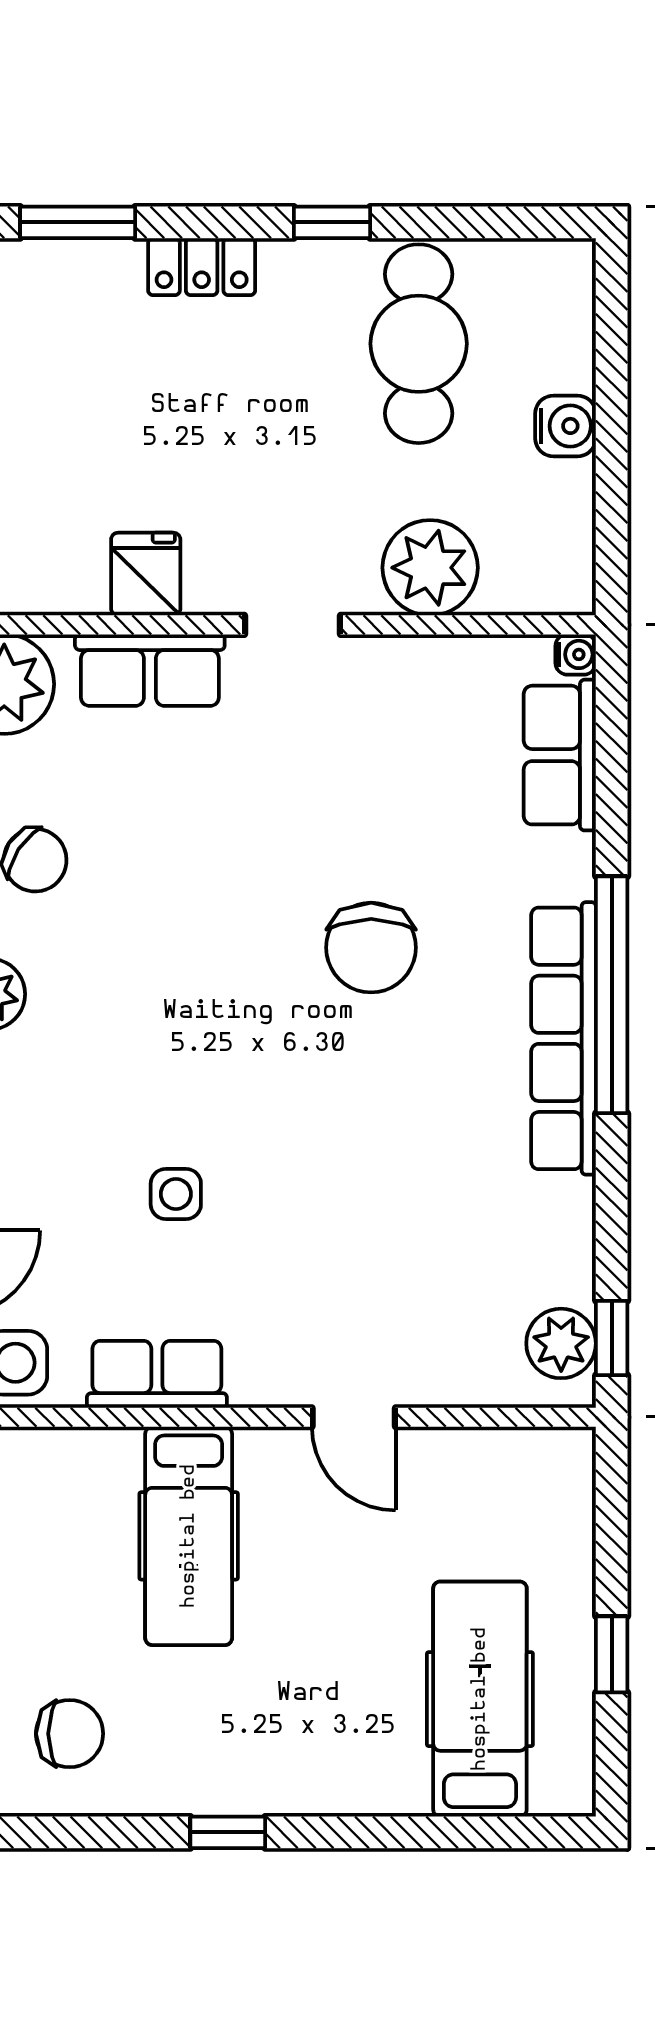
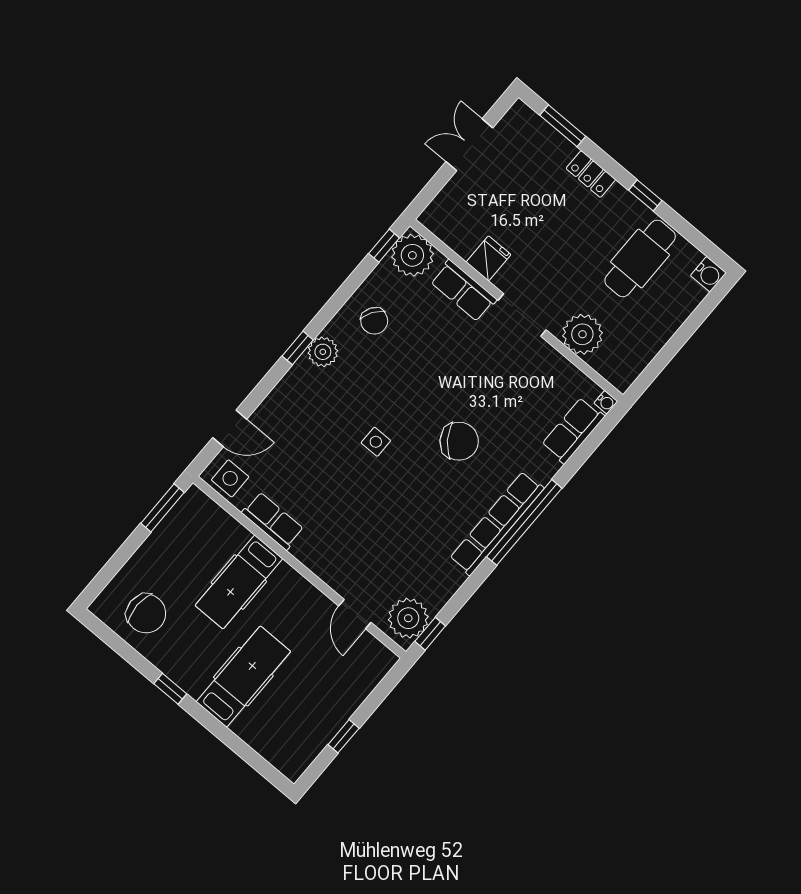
water cooler: (565, 426) -> (708, 274), moved
doorway: (293, 625) -> (522, 315), width x1.38
chair: (371, 948) -> (459, 441), turned -126
side table: (176, 1194) -> (376, 442), moved
plant: (561, 1343) -> (408, 618), width x1.36, depth x1.36
door: (354, 1417) -> (355, 614), moved
hospital bed: (480, 1699) -> (243, 677), moved
chair: (70, 1734) -> (146, 614), width x1.37, depth x1.37

